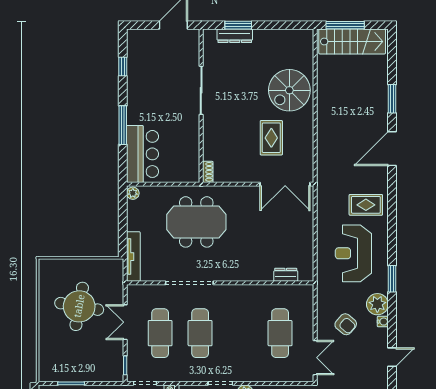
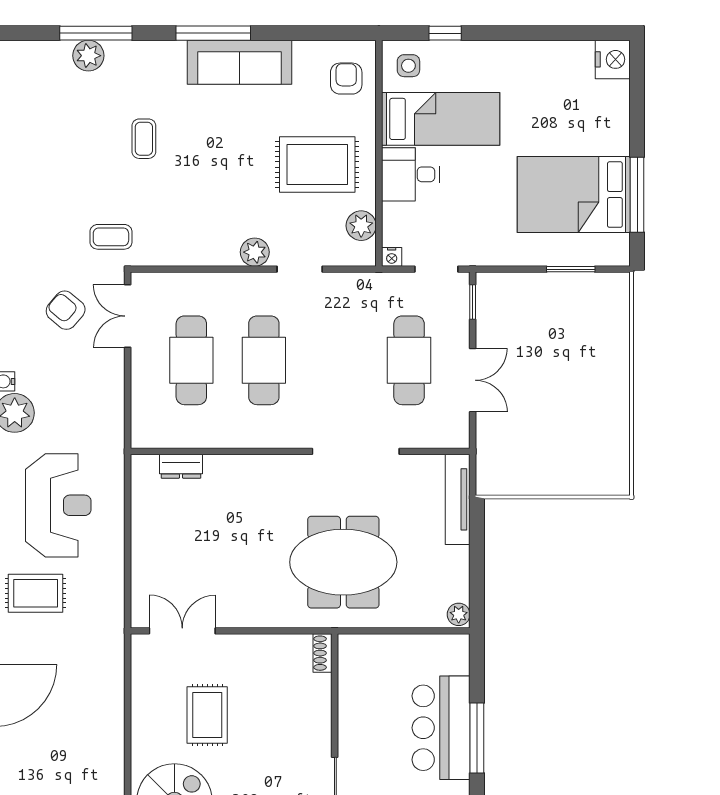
bar counter: (142, 154) -> (441, 728), moved
double door: (285, 184) -> (182, 631), width x0.73
round table: (79, 306) -> (556, 409), removed
armchair: (346, 324) -> (66, 310), moved
cafe table: (200, 333) -> (264, 360), moved

